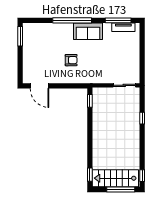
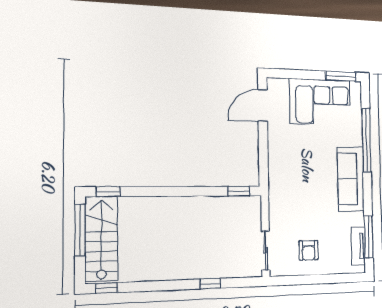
window: (72, 20) -> (366, 140), moved
sofa: (88, 31) -> (351, 179), width x1.36
corner sofa: (36, 50) -> (320, 102), added
armchair: (71, 60) -> (309, 250), moved
window: (121, 189) -> (80, 230), moved

